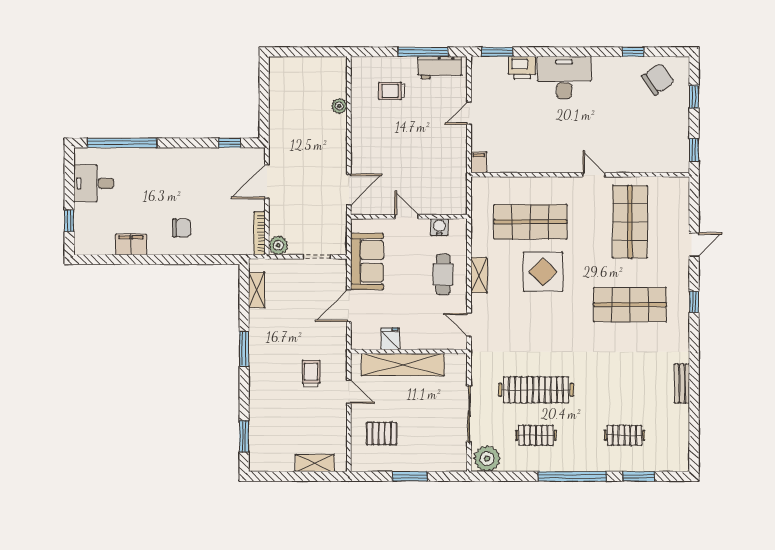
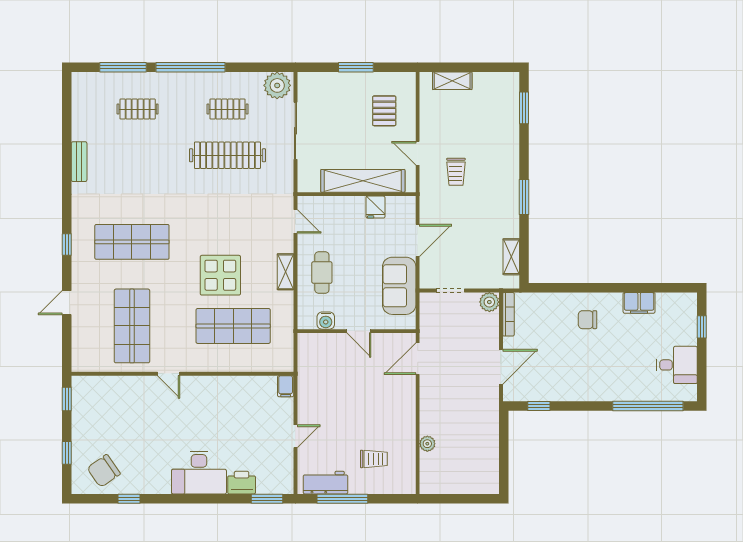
pallet: (382, 433) -> (384, 111), turned 90
window: (639, 476) -> (123, 67), width x1.44

